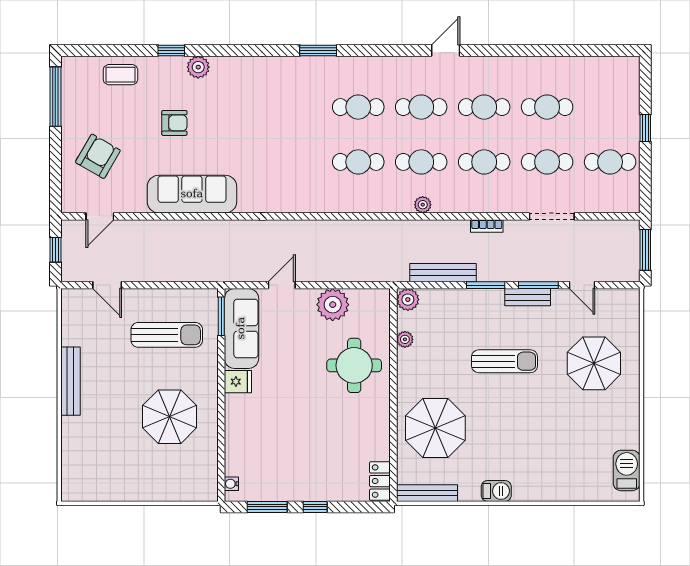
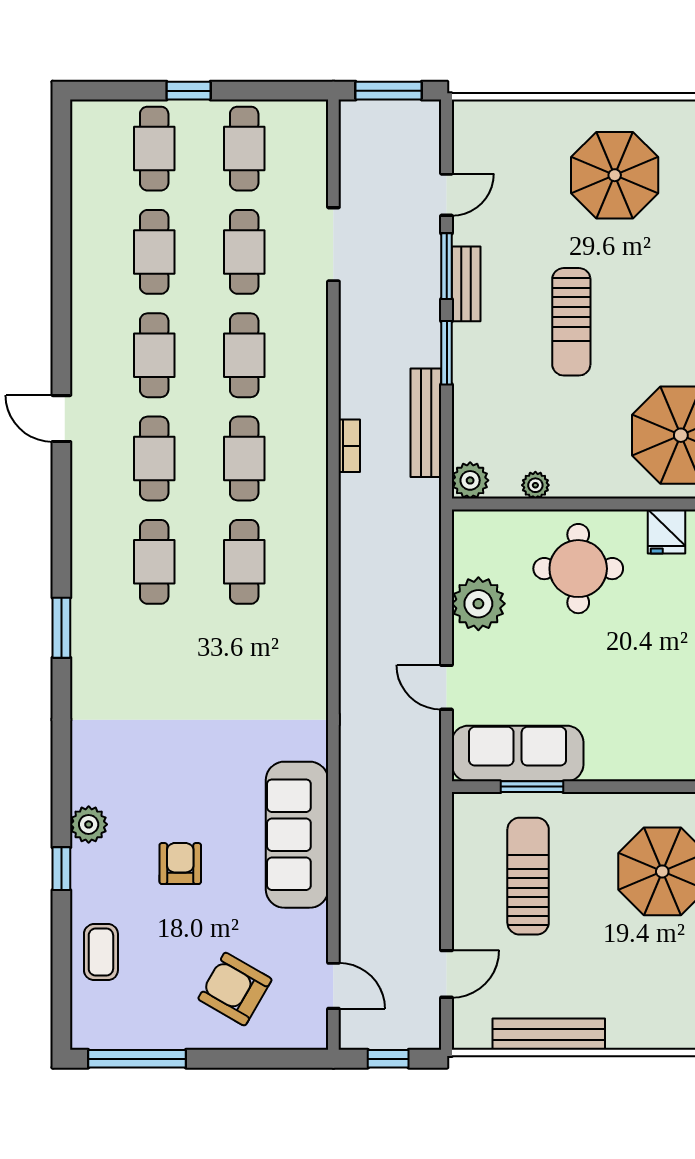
cafe table: (610, 107) -> (154, 149), added
plant: (423, 205) -> (314, 456), removed
bookcase: (487, 226) -> (349, 446), moved
window: (221, 316) -> (532, 787), moved
sun lounger: (505, 361) -> (571, 322), turned 180
parasol: (594, 363) -> (615, 175), moved
bench: (70, 381) -> (549, 1034), moved
fridge: (238, 382) -> (666, 531), moved, turned 180

